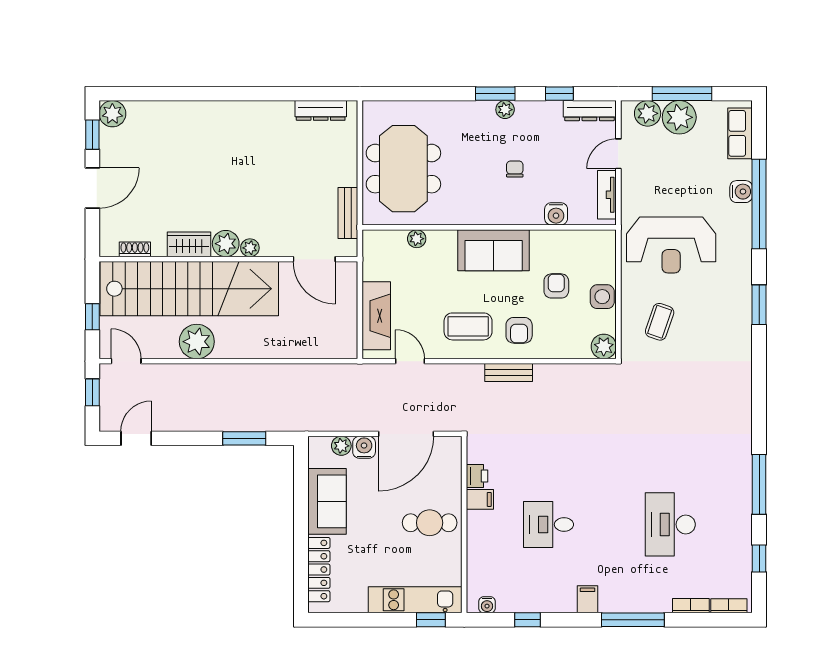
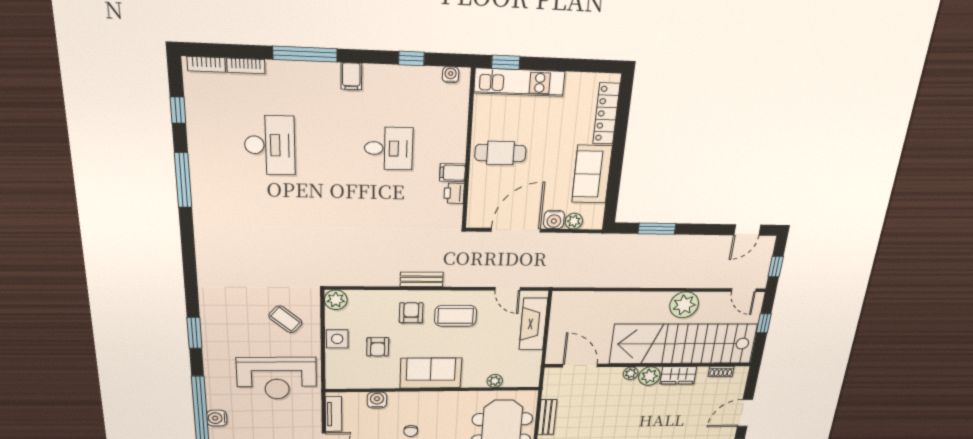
bench: (348, 213) -> (547, 417), moved
reception desk: (671, 245) -> (277, 378), turned 180
coffee table: (660, 322) -> (285, 319), turned -68

